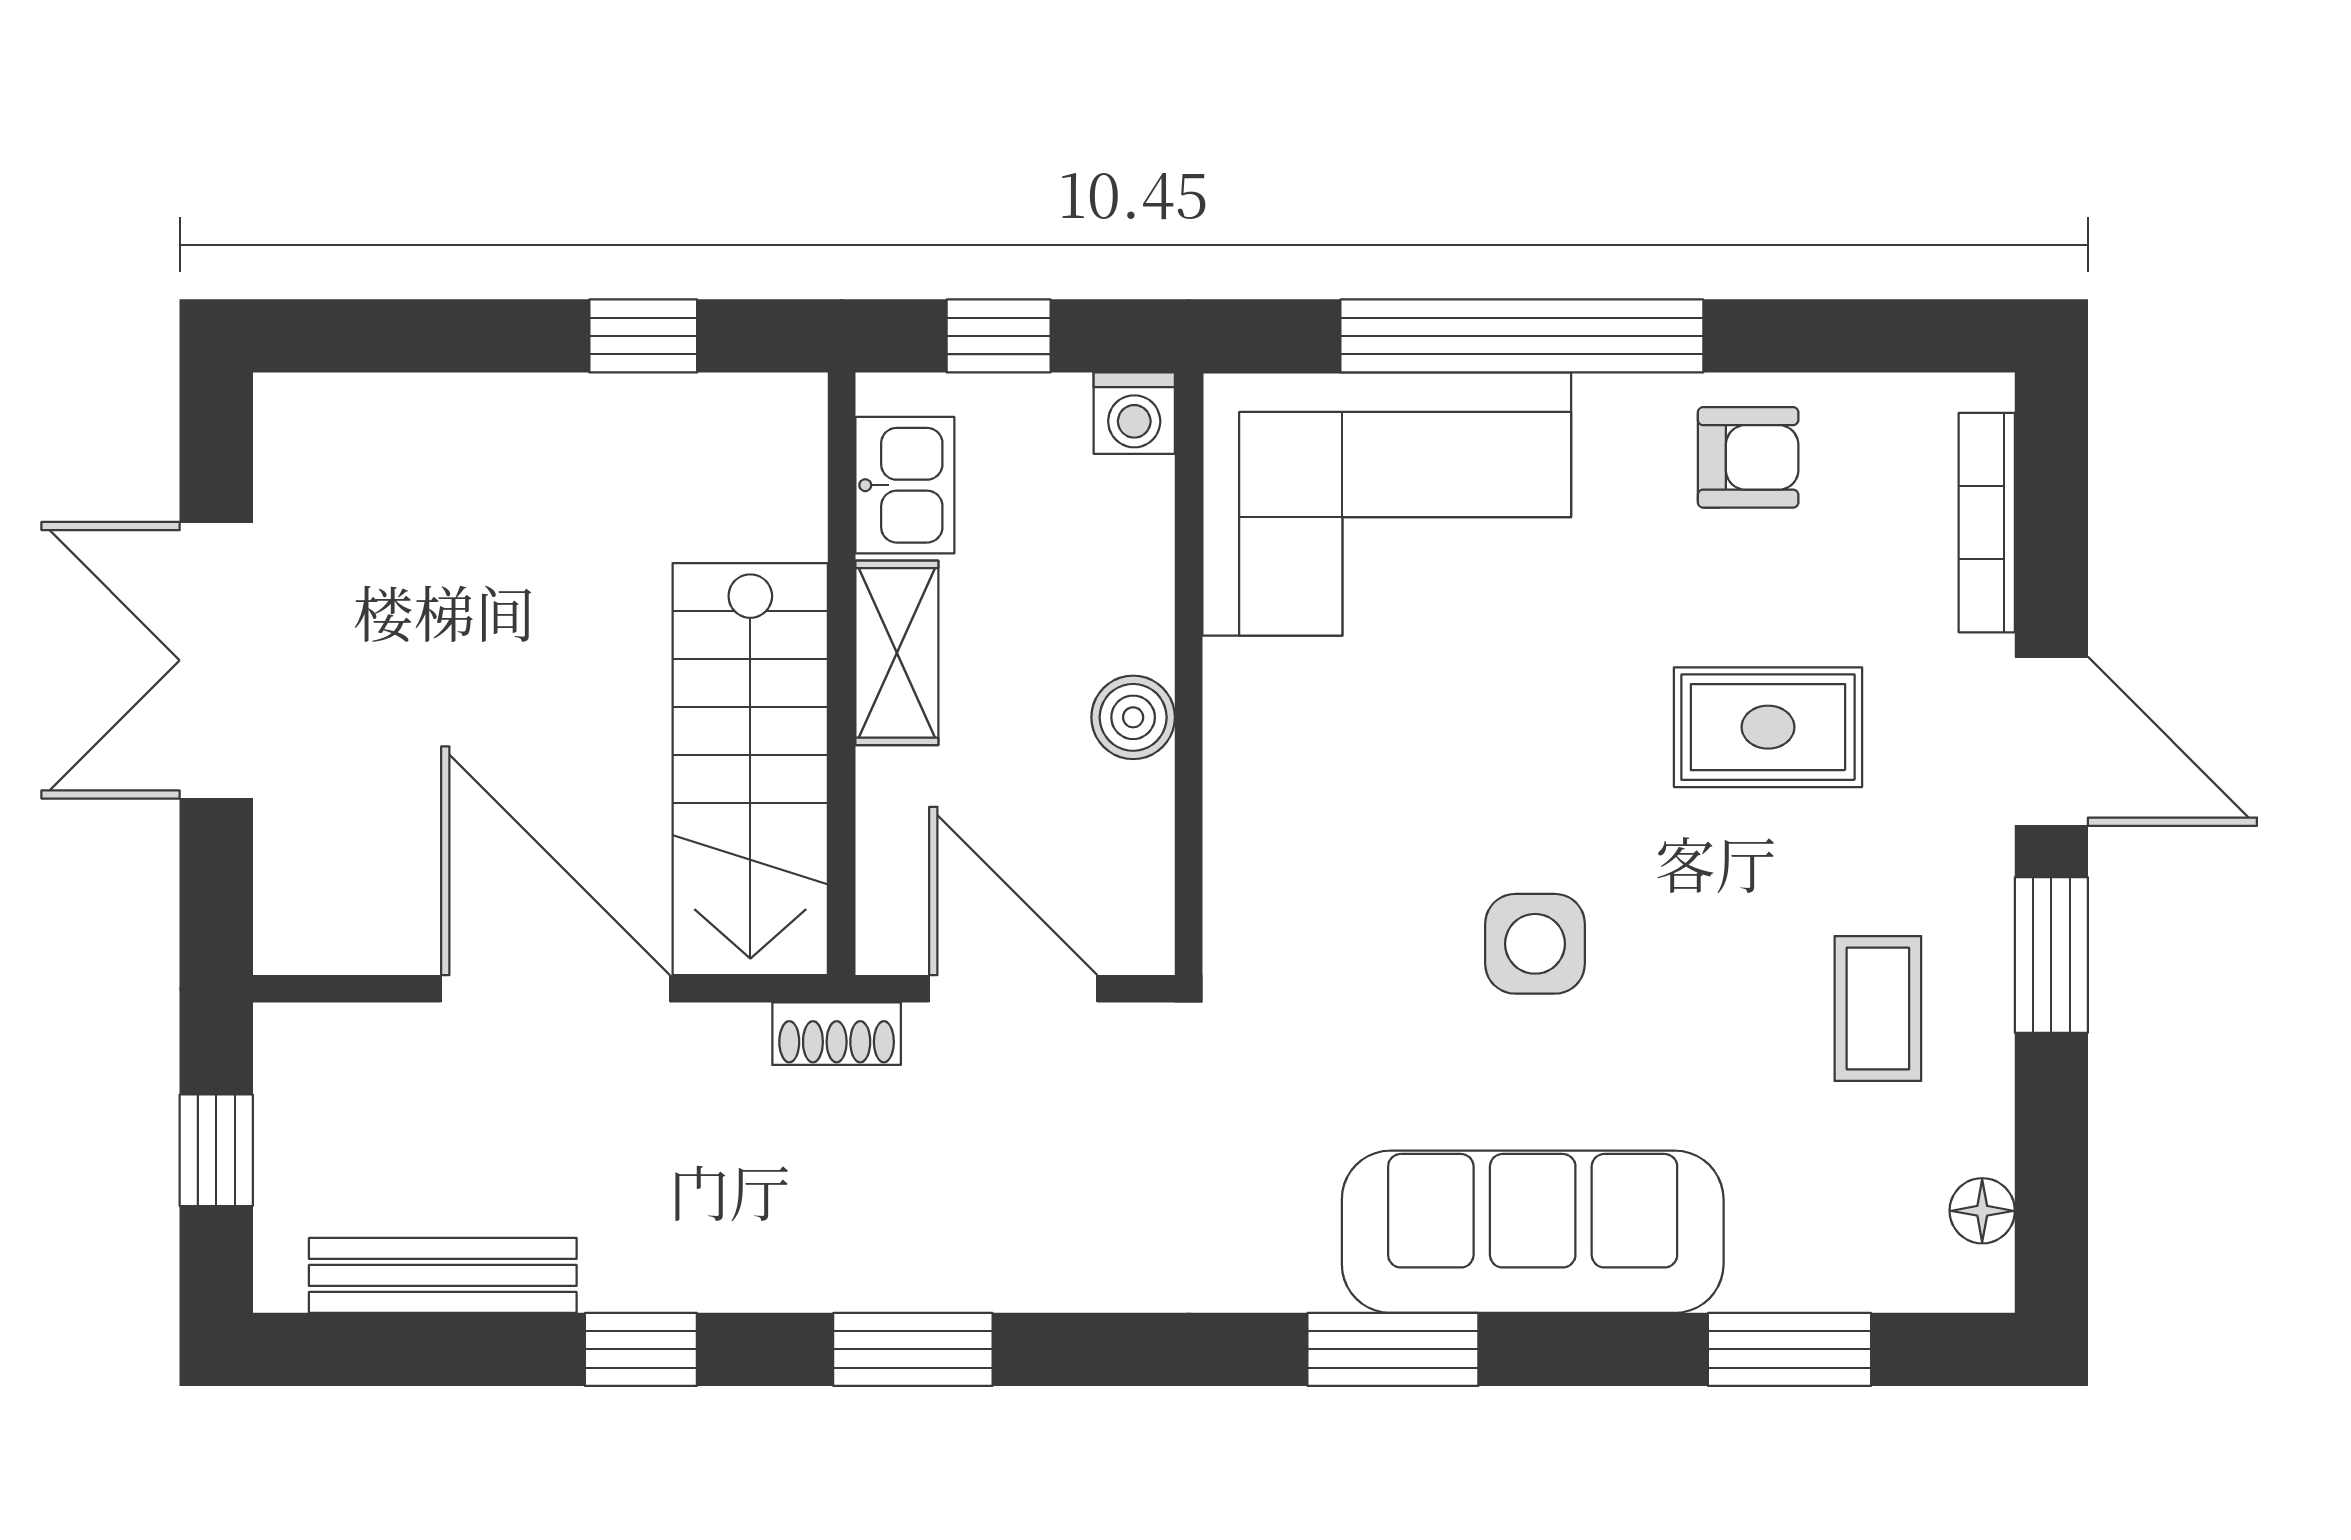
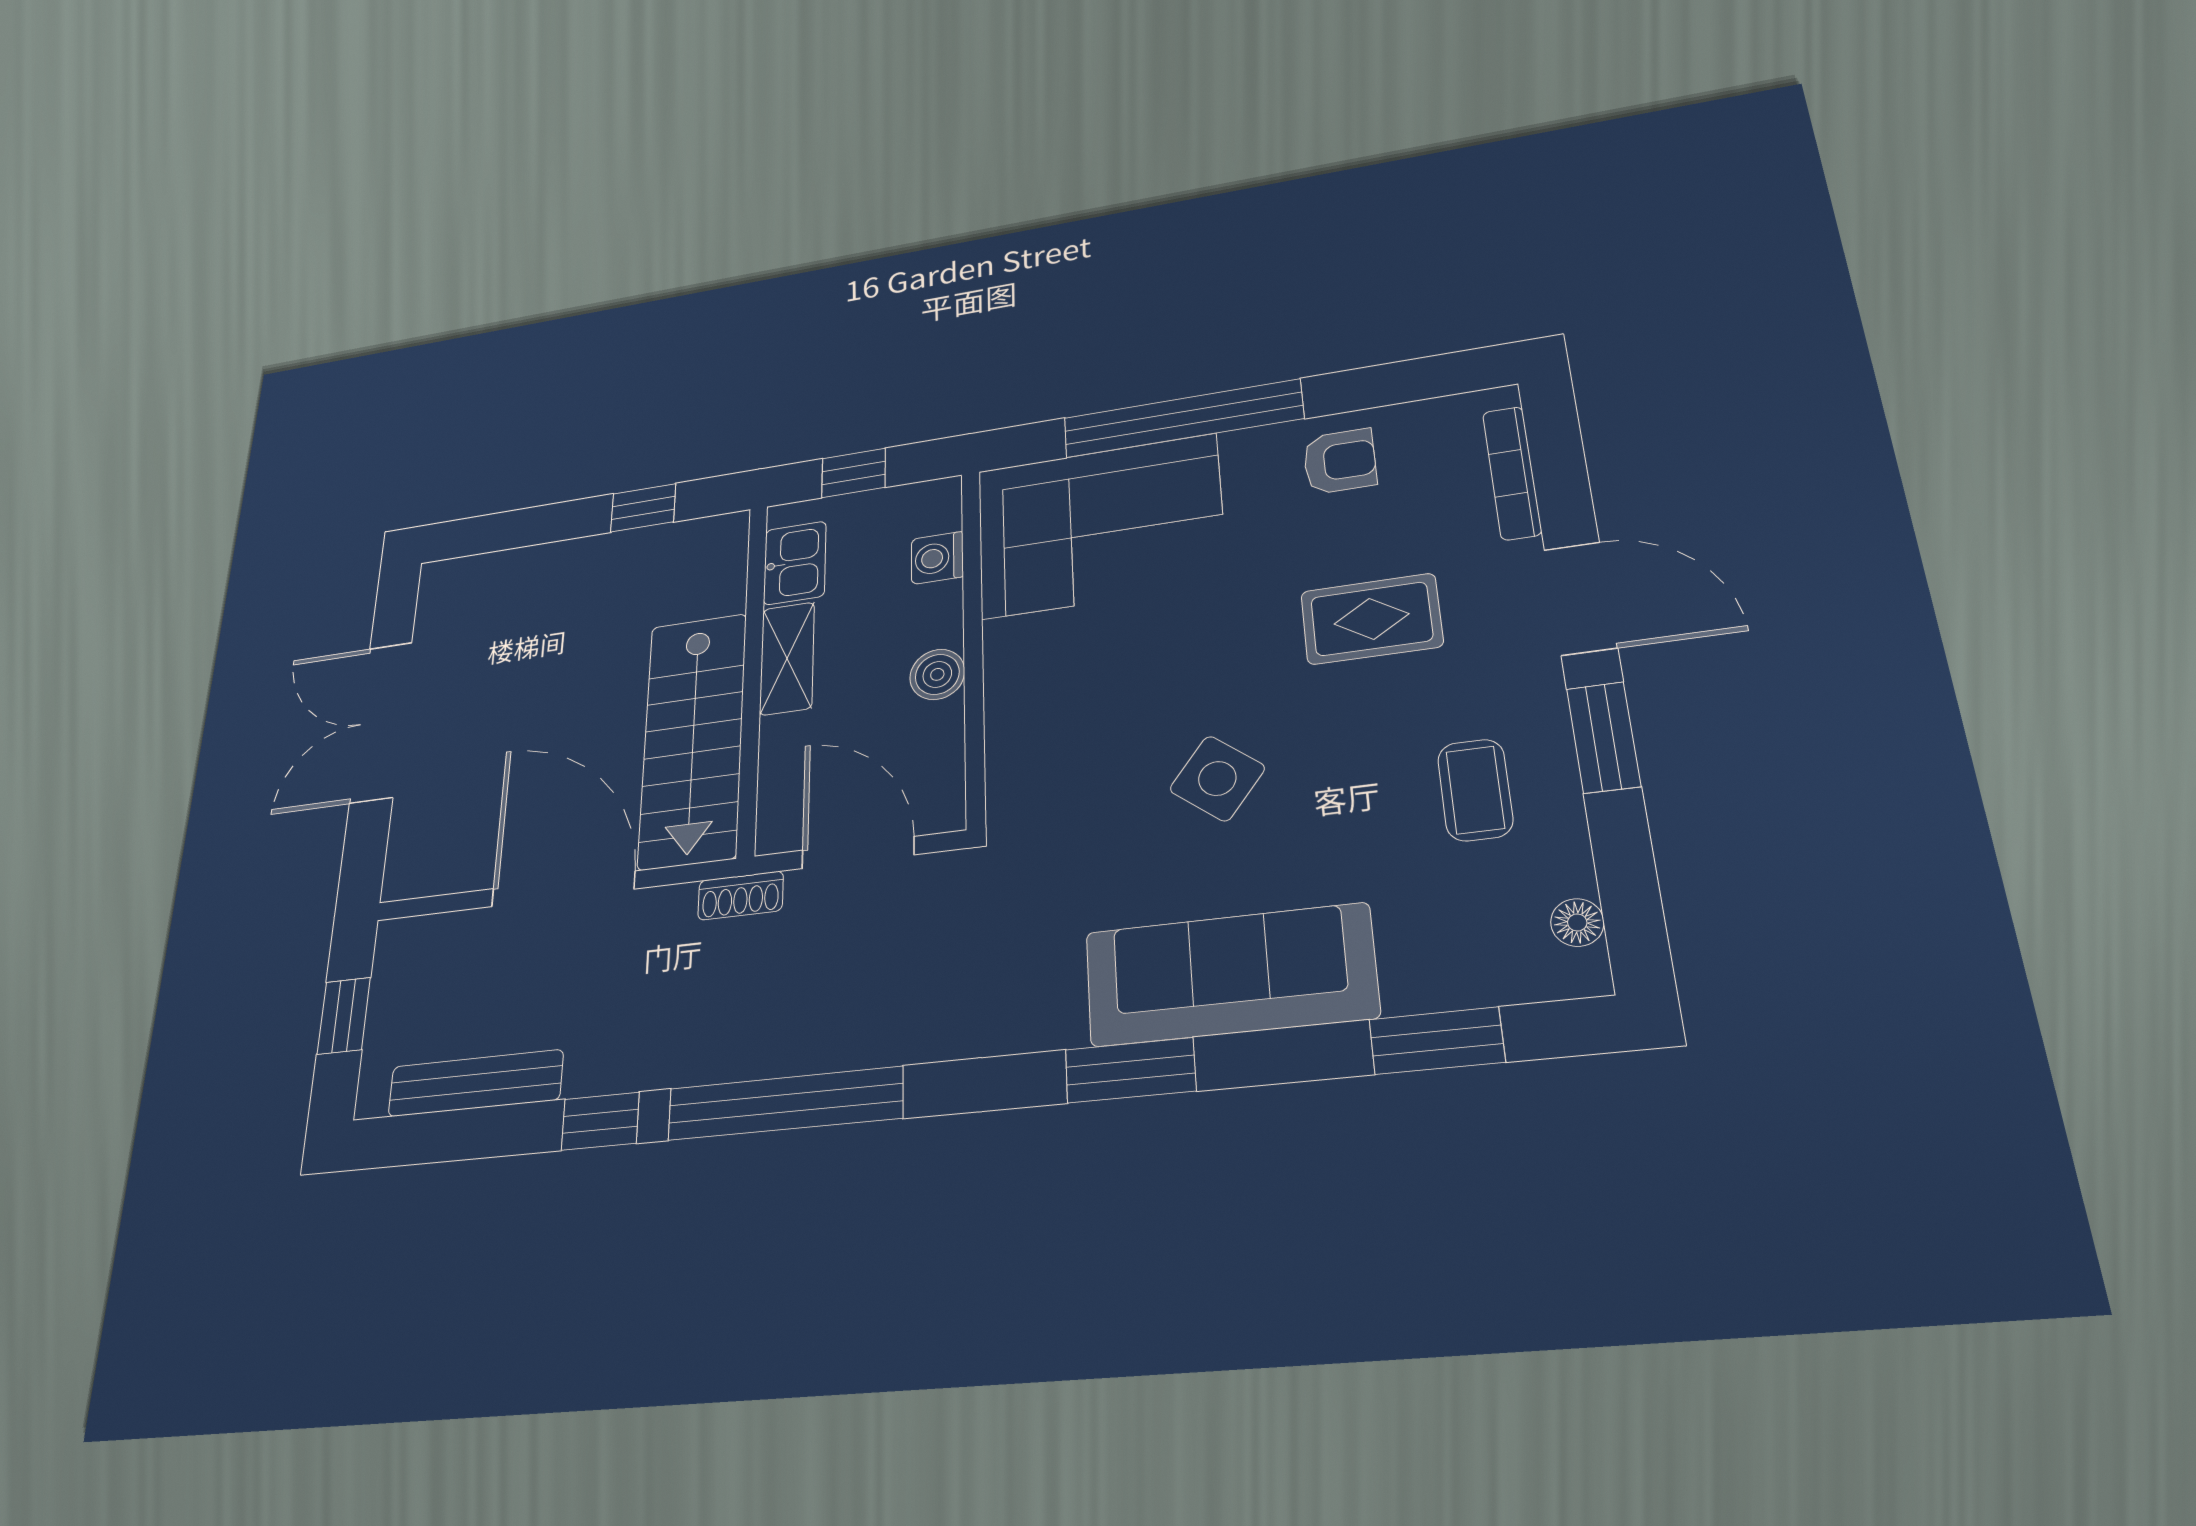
washing machine: (1134, 413) -> (937, 558), moved, turned 90
side table: (1535, 944) -> (1217, 778), turned 38
window: (913, 1349) -> (785, 1103), width x2.11

